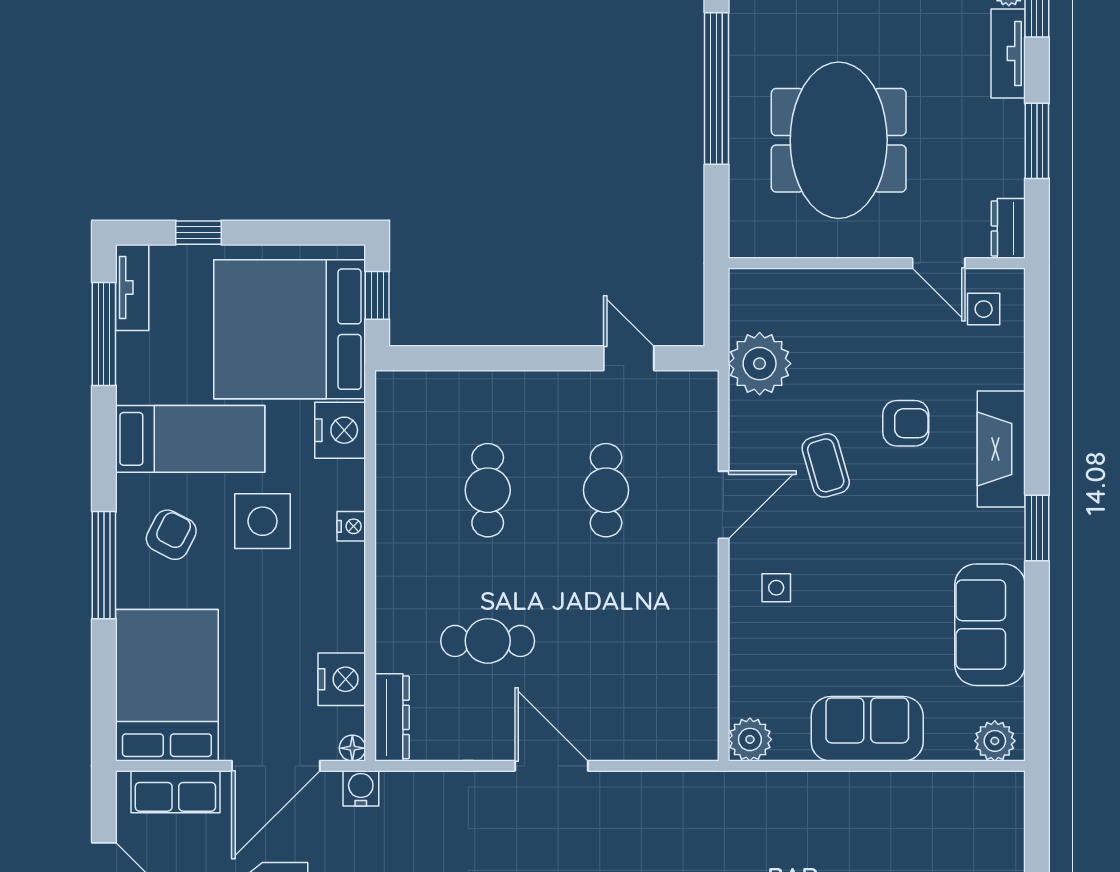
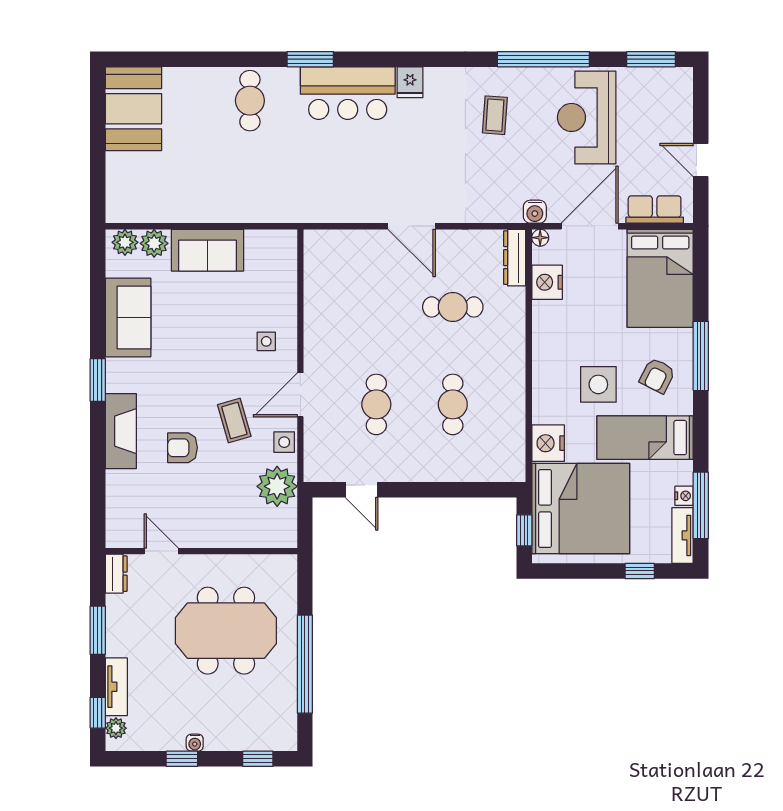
meeting table: (839, 140) -> (226, 631), turned 90
side table: (984, 309) -> (284, 442), moved
nightstand: (351, 526) -> (684, 496), moved, turned 180
plant: (750, 739) -> (154, 243), moved

